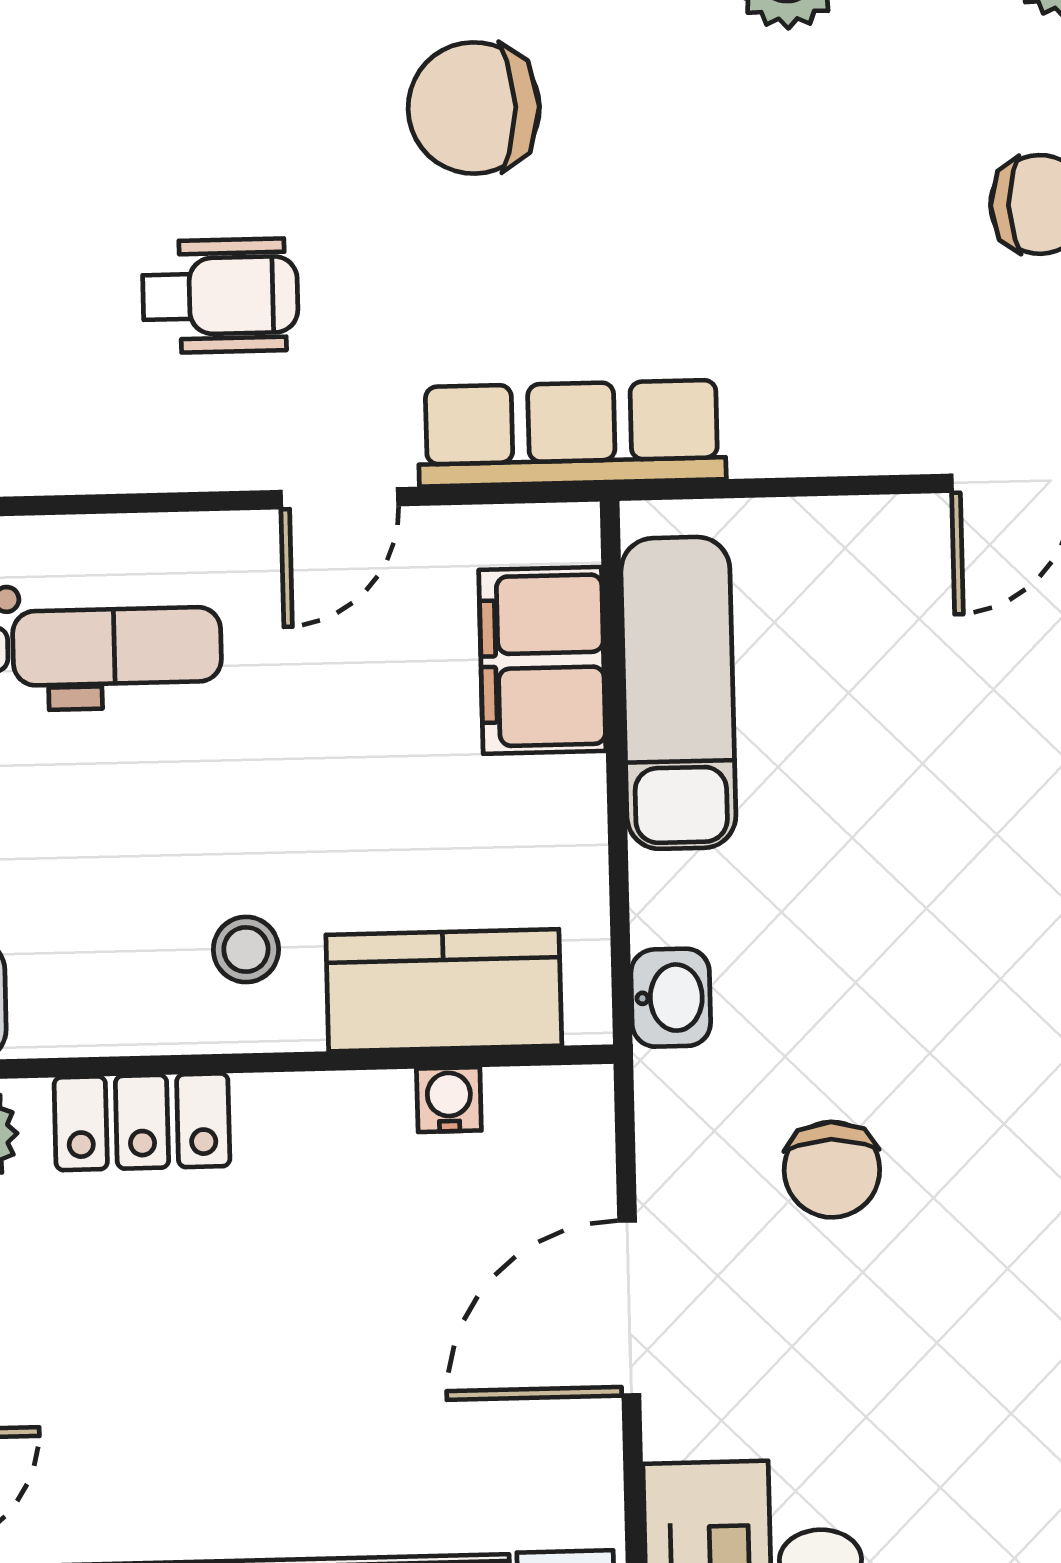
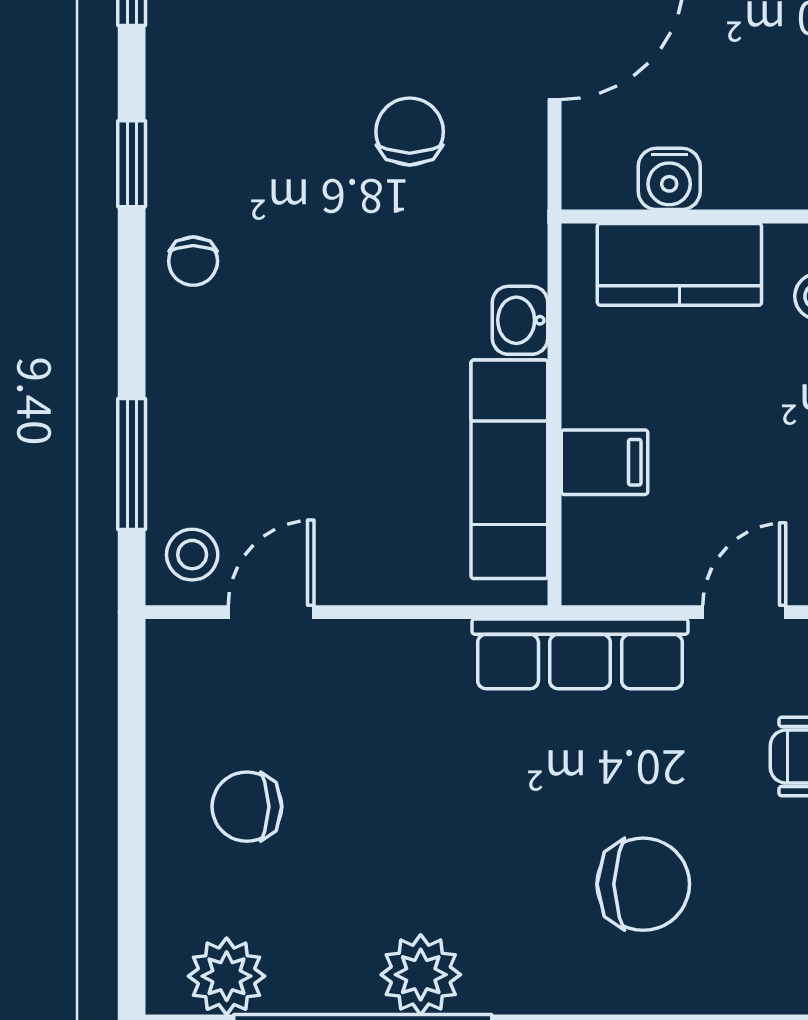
filing cabinet: (542, 660) -> (604, 462), width x0.50
washbasin: (671, 998) -> (520, 320), moved
water cooler: (449, 1100) -> (669, 179), width x1.38, depth x1.38

